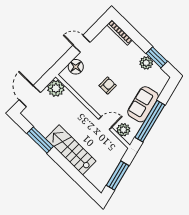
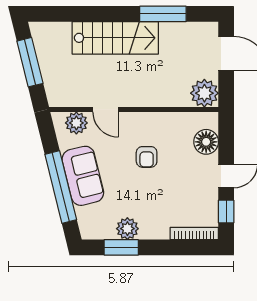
window: (97, 28) -> (226, 212), added
window: (150, 121) -> (61, 187), moved
door: (105, 123) -> (106, 109), hinge flipped

